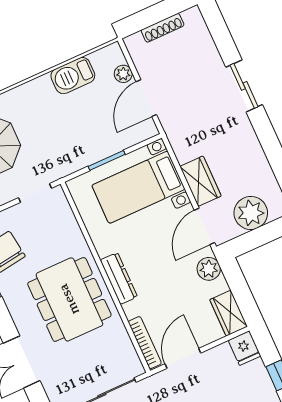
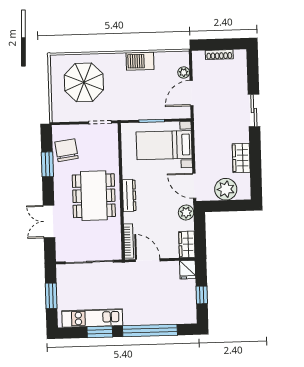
barbecue: (73, 76) -> (140, 61), moved
wardrobe: (200, 181) -> (241, 158), moved, turned 180
door: (204, 226) -> (194, 186), hinge flipped
door: (183, 358) -> (148, 260), hinge flipped

